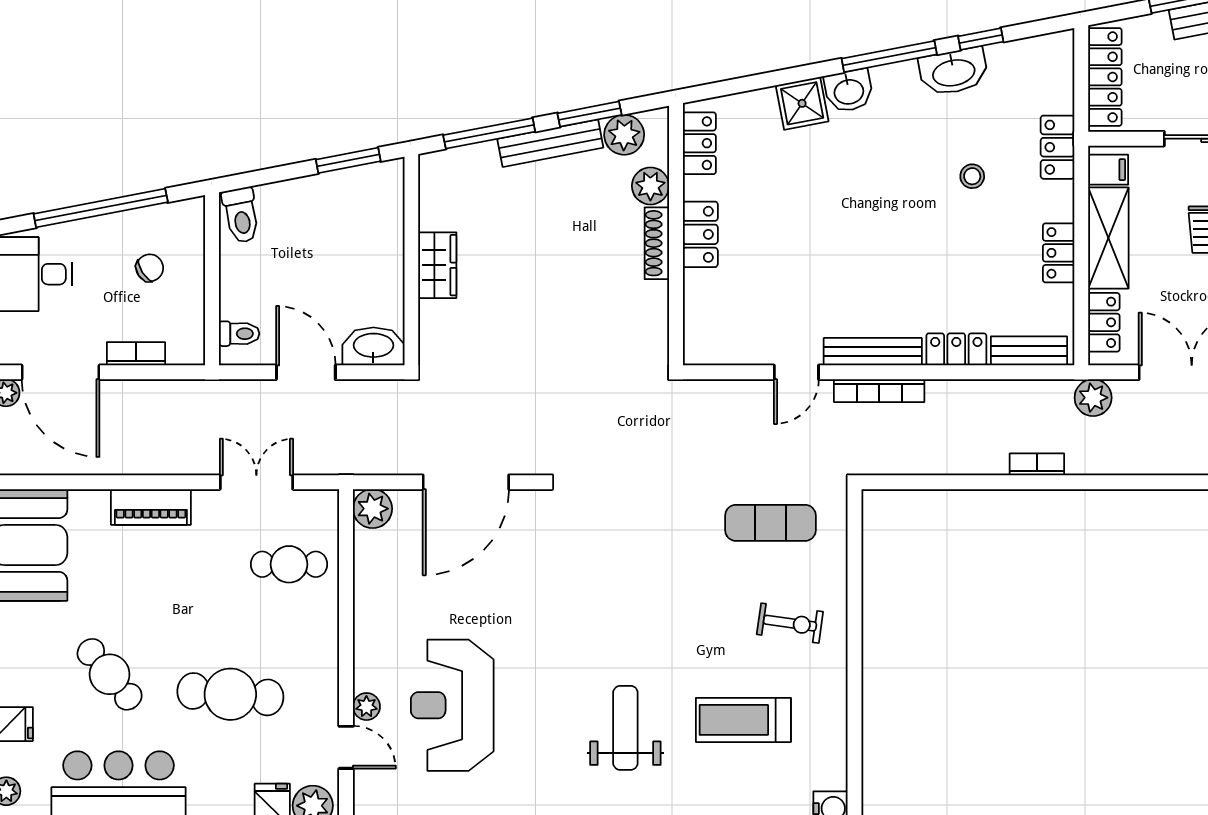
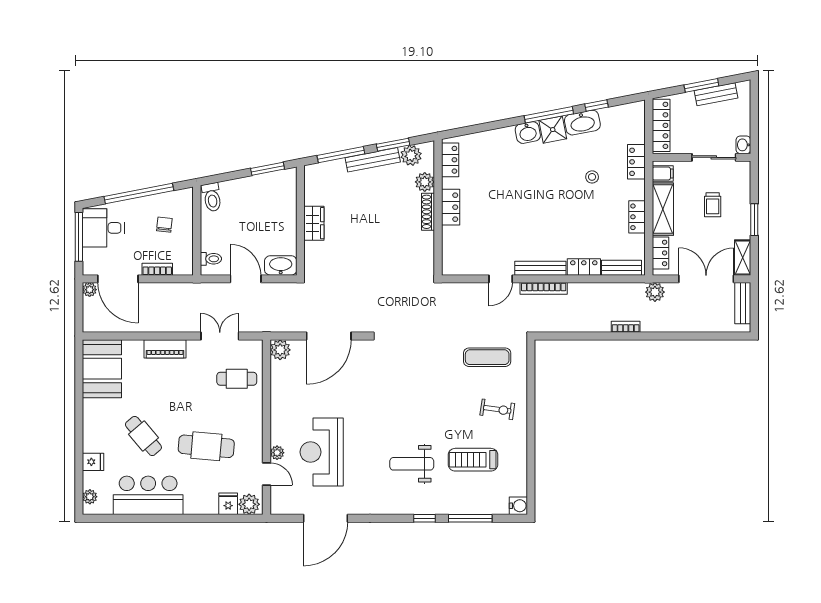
shower: (802, 103) -> (553, 130), moved
chair: (150, 268) -> (164, 225), turned -51
weight bench: (625, 728) -> (412, 464), turned -90

